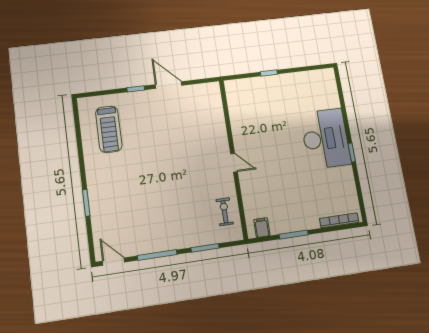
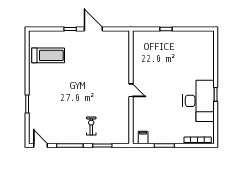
treadmill: (109, 129) -> (48, 55), turned -90
desk: (325, 139) -> (199, 101), moved
exercise bike: (225, 212) -> (91, 126), moved

